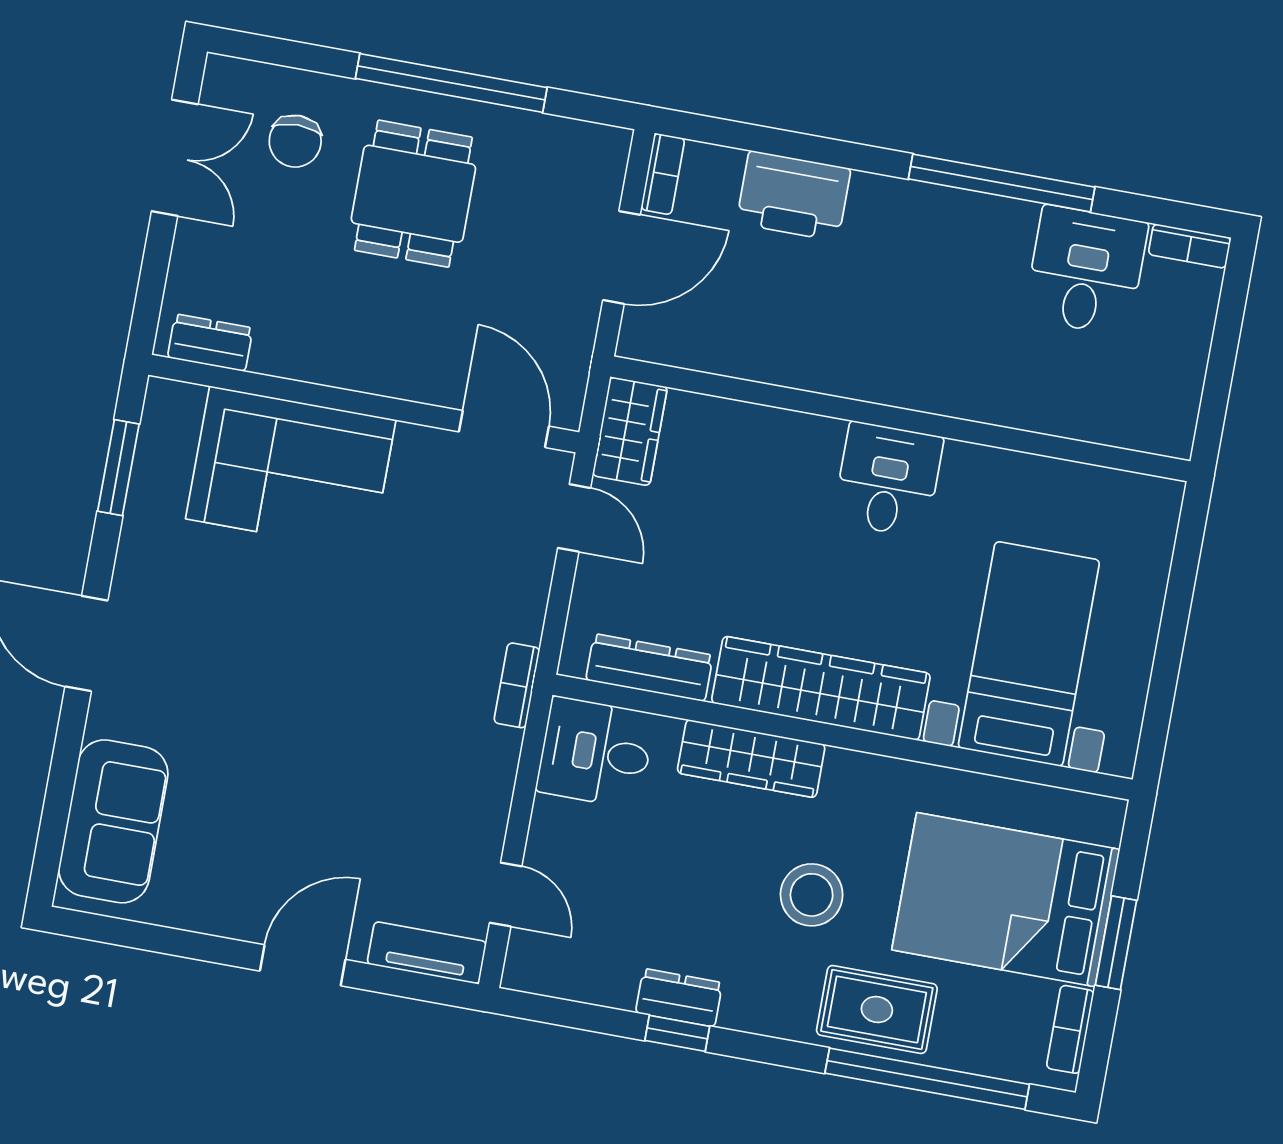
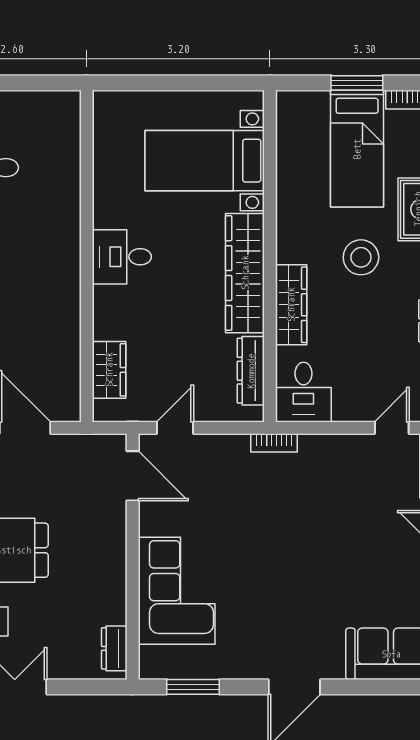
door: (504, 429) -> (133, 476), swing flipped
wardrobe: (630, 431) -> (109, 370), moved, turned 90
bed: (1006, 900) -> (357, 149), width x0.67

